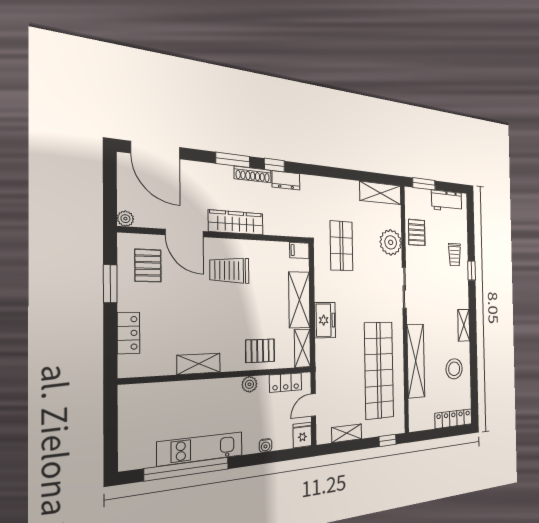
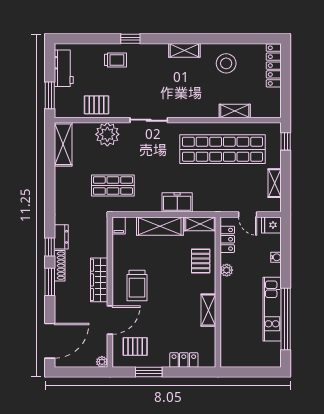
shelving: (416, 361) -> (235, 111), width x0.45, depth x0.75

